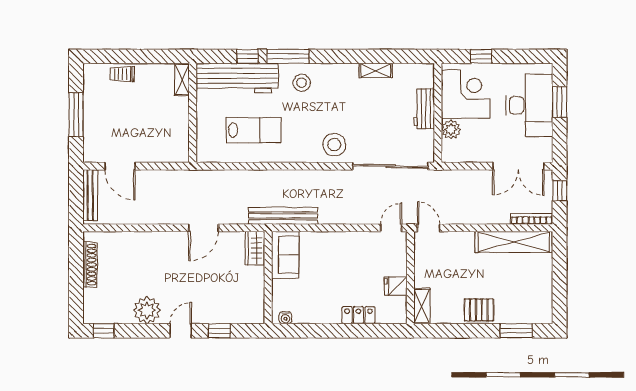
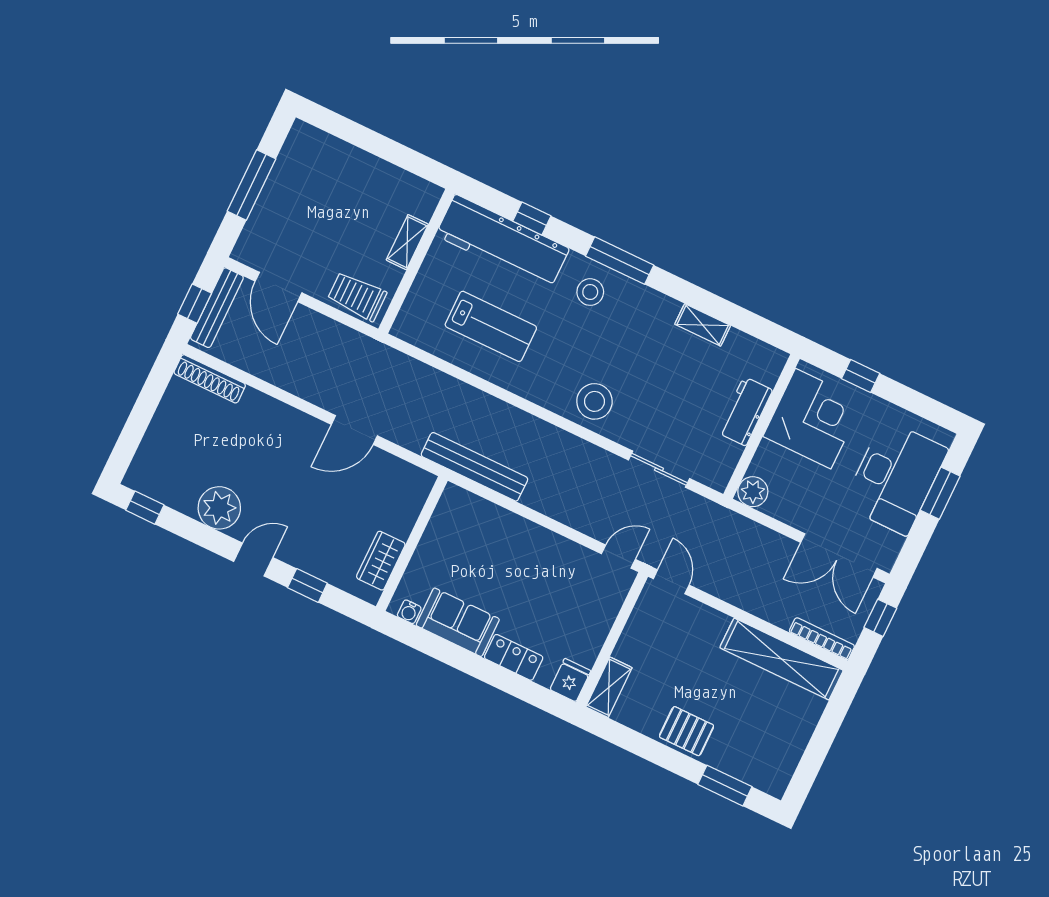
window: (288, 56) -> (620, 261), moved
trolley: (122, 74) -> (357, 296), moved, width x1.36, depth x1.39
shelving: (182, 79) -> (407, 242), moved
plant: (451, 129) -> (753, 492), moved
sliding door: (390, 166) -> (659, 469), width x0.54
window: (76, 199) -> (195, 304), added
wardrobe: (255, 248) -> (381, 561), moved
sofa: (285, 255) -> (458, 622), moved, turned -90
shoe rack: (90, 265) -> (210, 379), moved, turned 90
fridge: (396, 286) -> (570, 680), moved, turned 90

